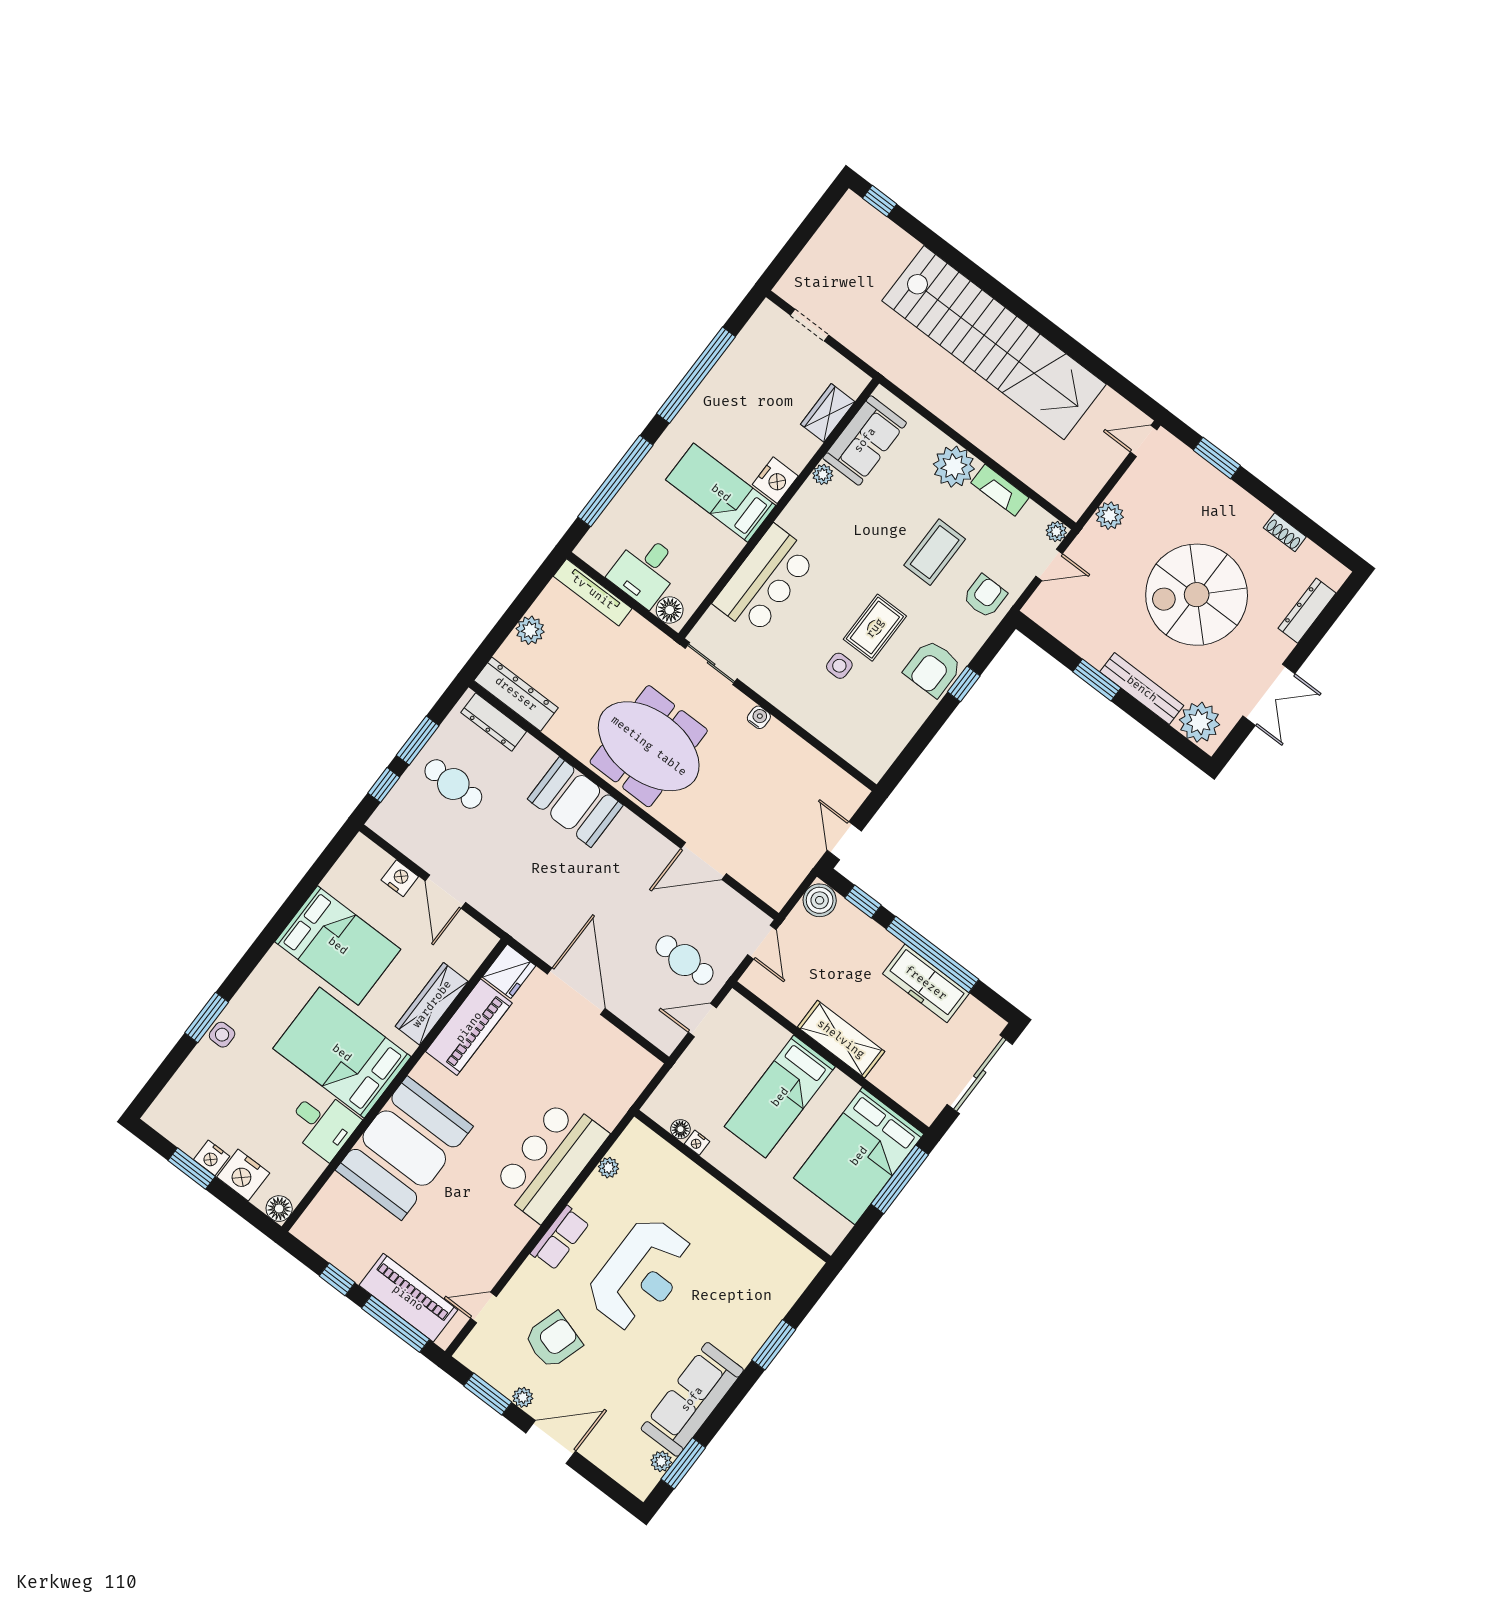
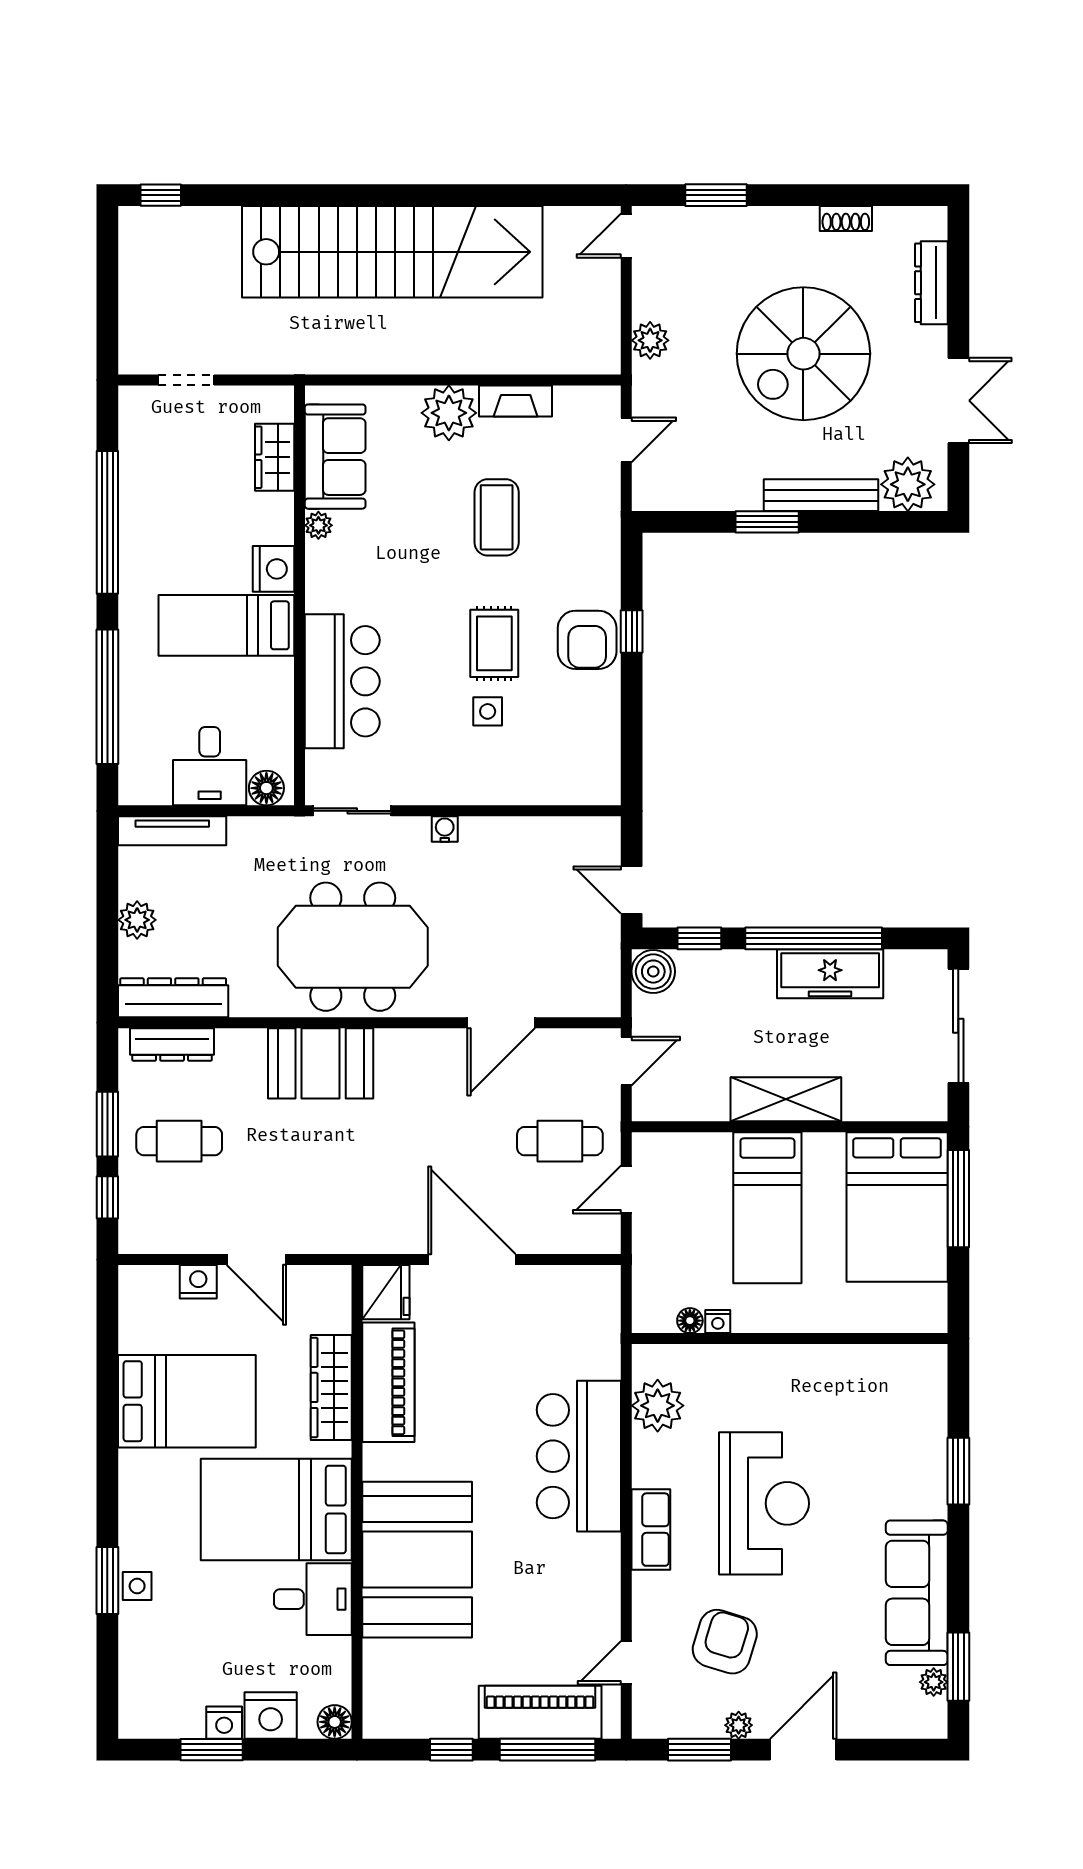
plant: (1056, 531) -> (607, 399), removed
armchair: (985, 596) -> (584, 523), removed
door: (762, 942) -> (626, 1061), hinge flipped
plant: (609, 1168) -> (658, 1406), width x1.87, depth x1.87

